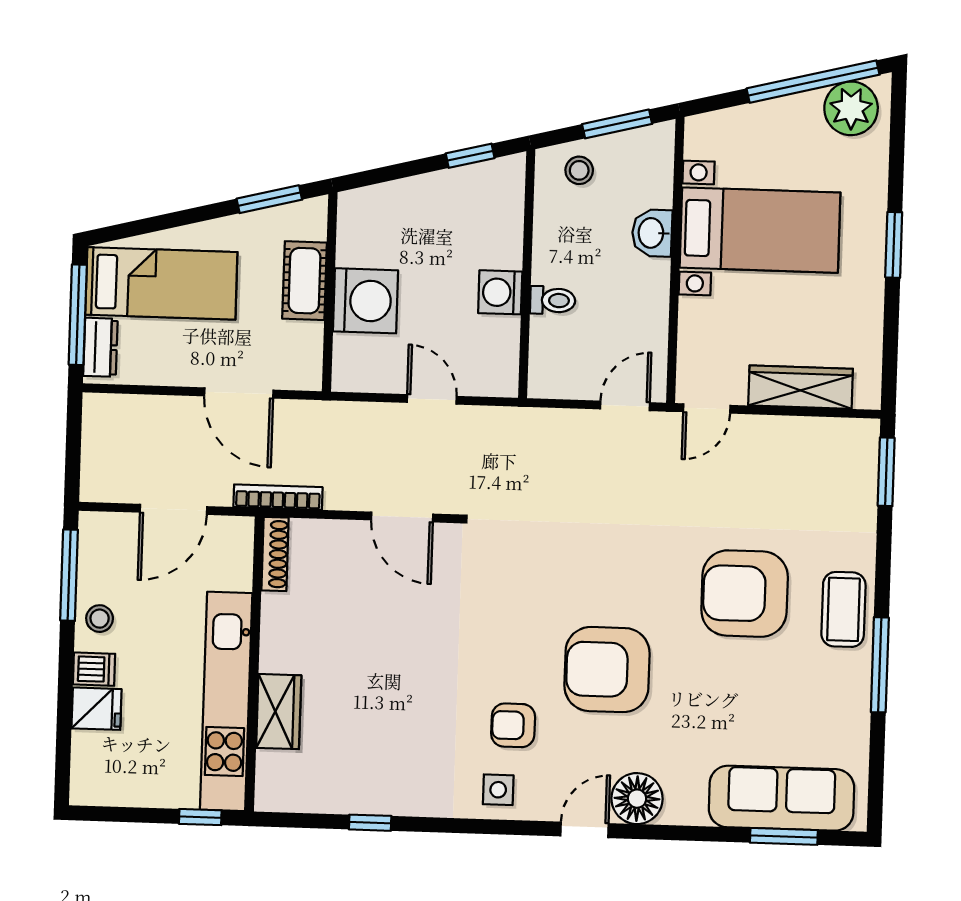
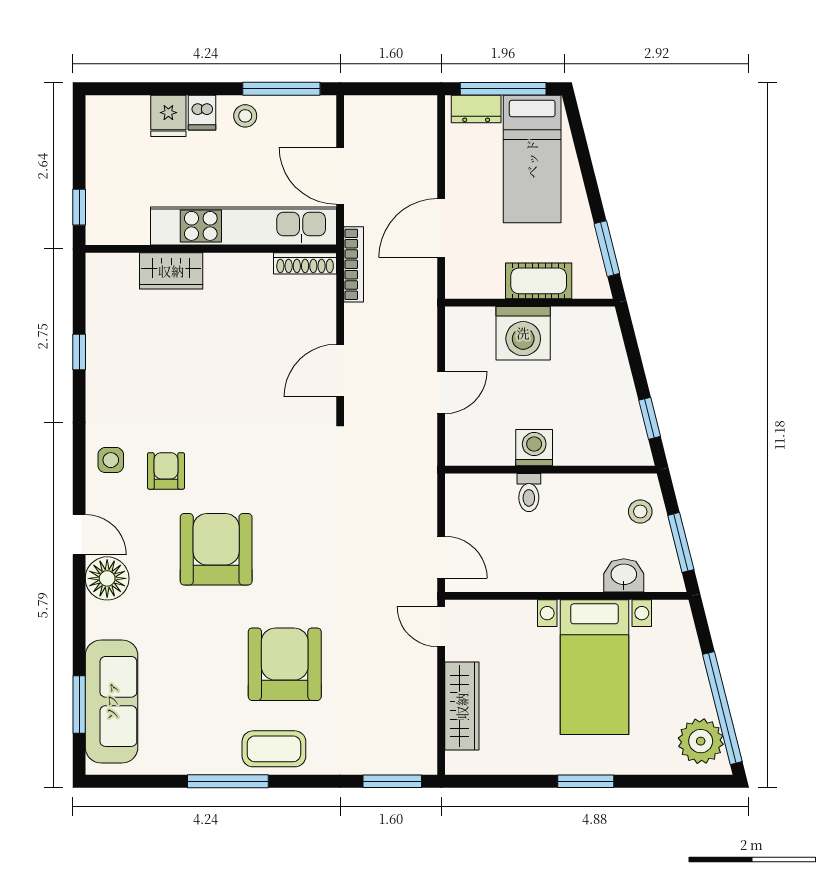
washbasin: (652, 233) -> (624, 575), moved
kitchen unit: (226, 701) -> (244, 226), moved

